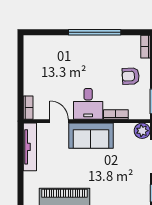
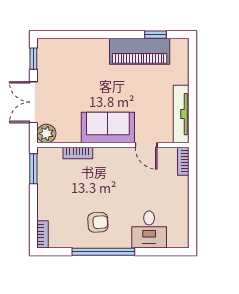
armchair: (131, 76) -> (98, 222), moved
desk: (88, 104) -> (149, 230), moved, turned 180

